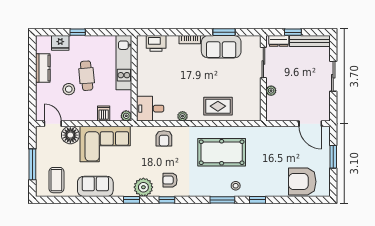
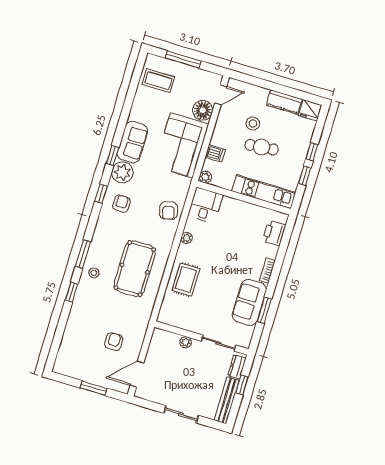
window: (100, 32) -> (305, 176), added
fridge: (60, 43) -> (310, 110), moved, turned -90
armchair: (164, 138) -> (169, 211), turned -103
armchair: (302, 182) -> (114, 342), moved, width x0.53, depth x0.53
sofa: (95, 186) -> (132, 142), moved

